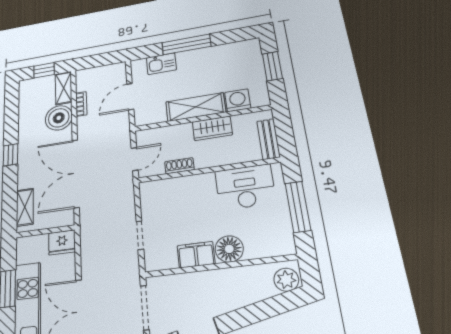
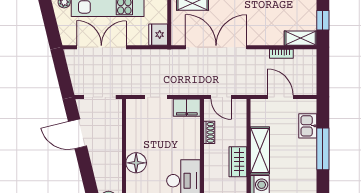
boiler: (59, 118) -> (271, 33), removed
filing cabinet: (196, 255) -> (187, 108), moved, turned 90

